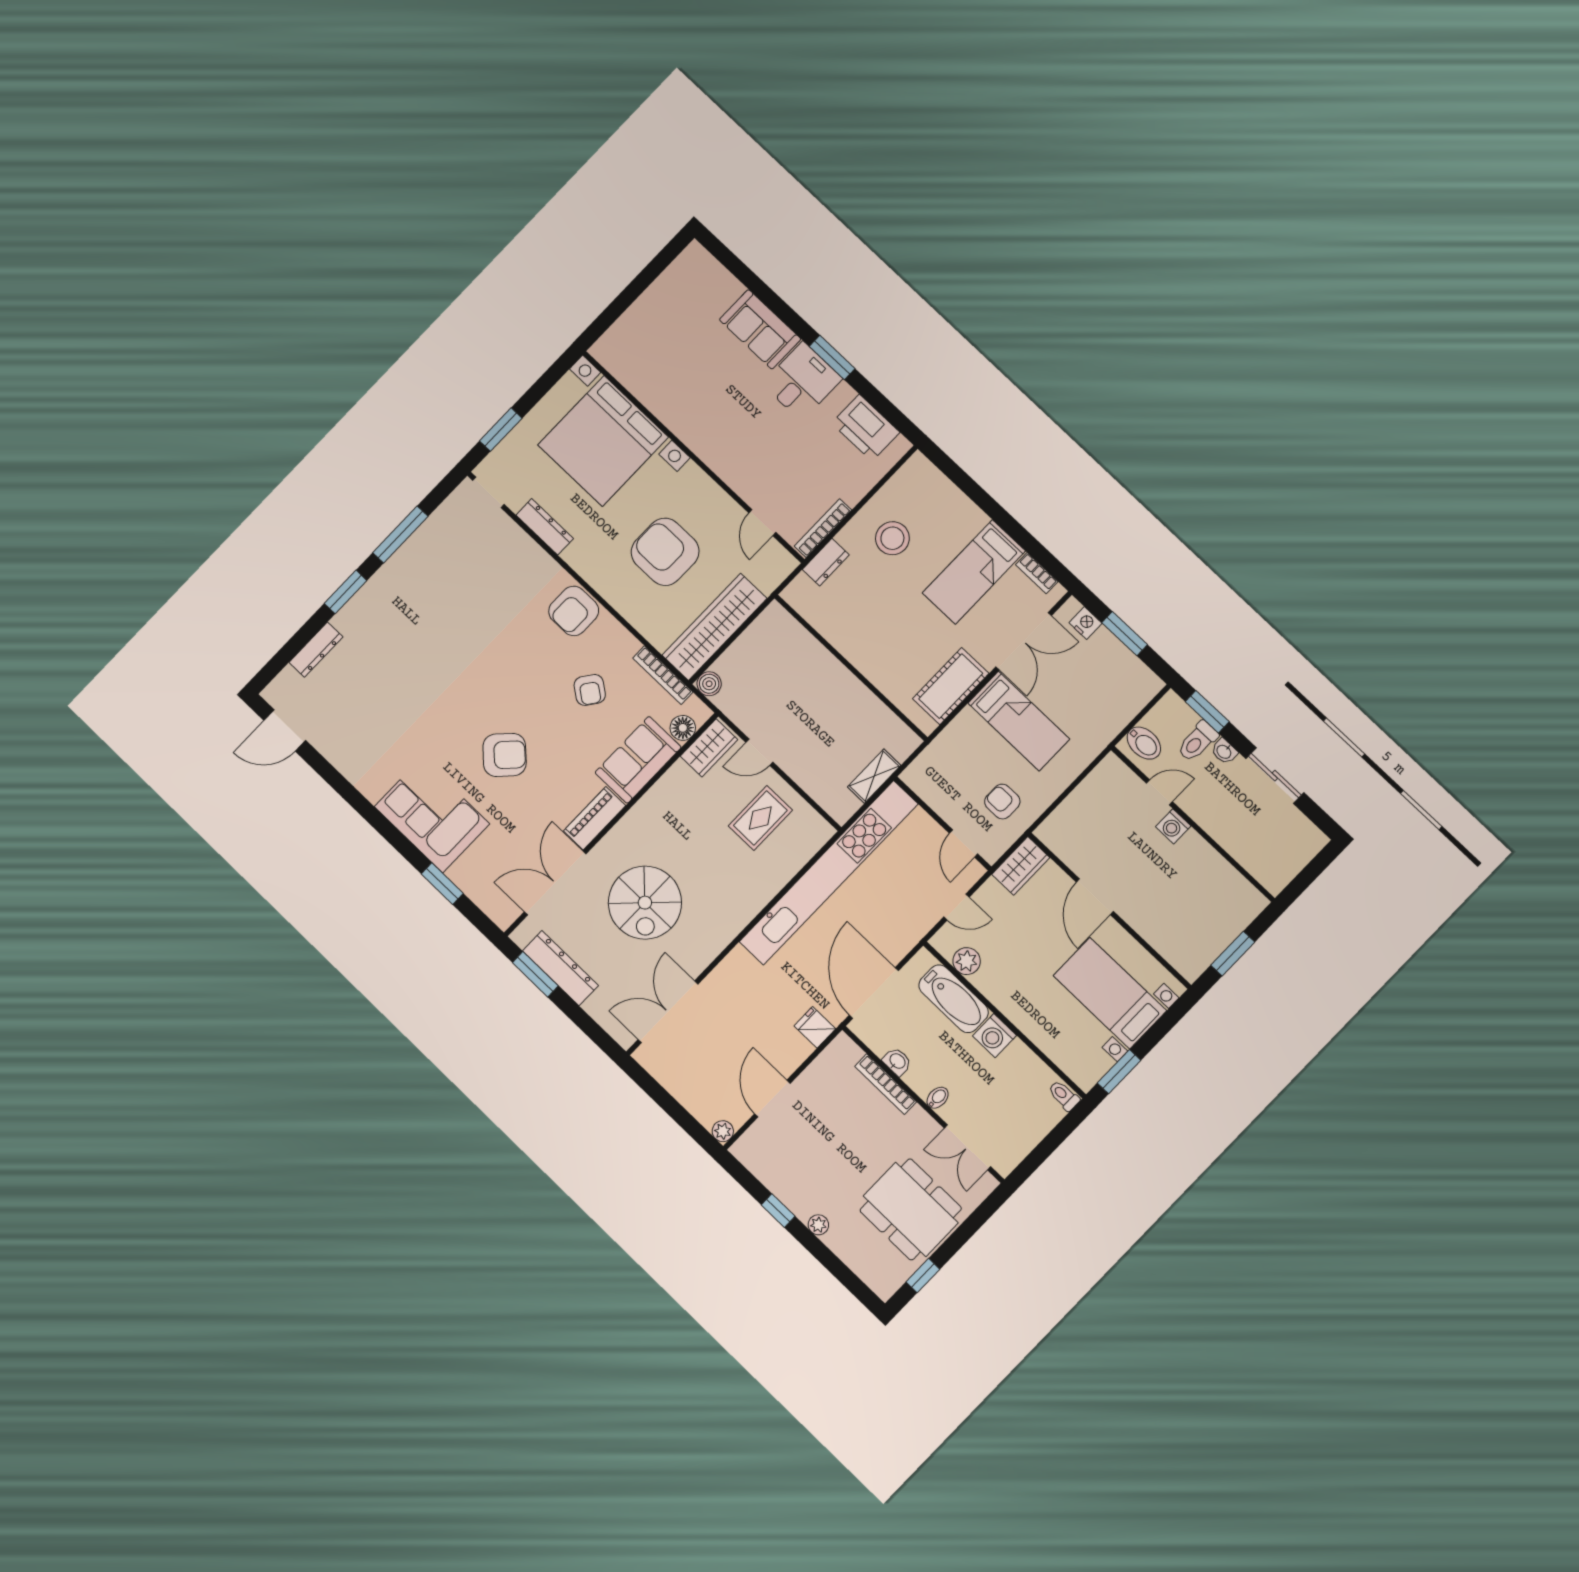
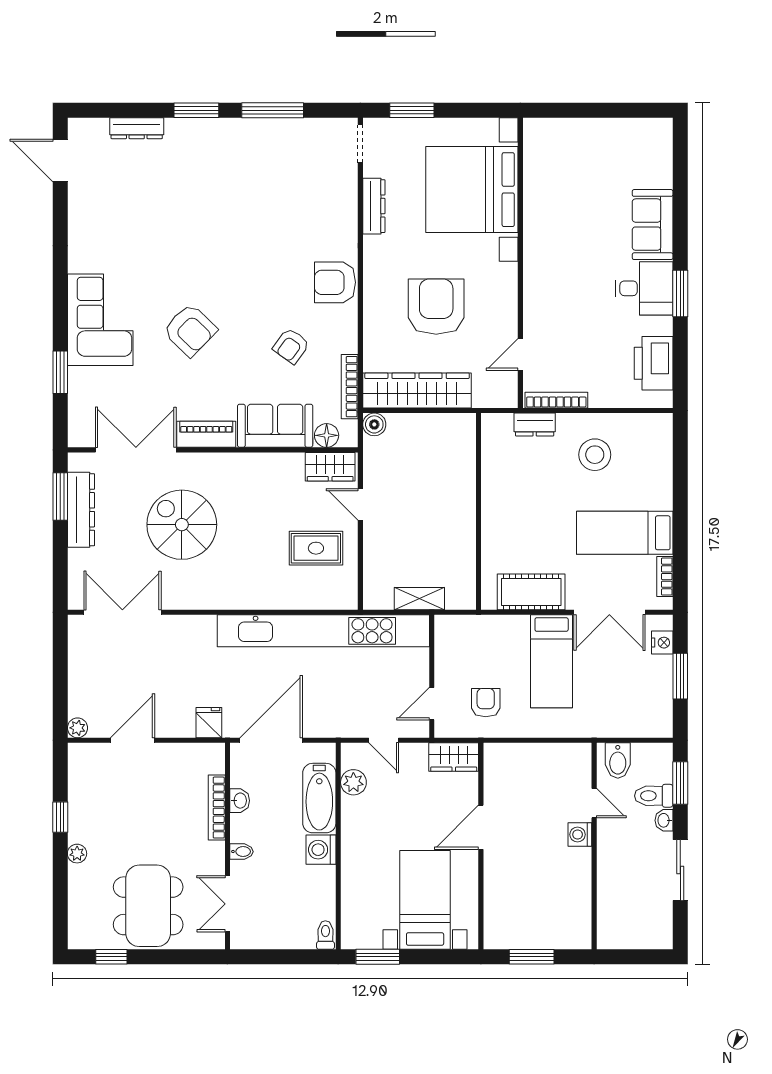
spiral stairs: (645, 903) -> (182, 525), turned 90

